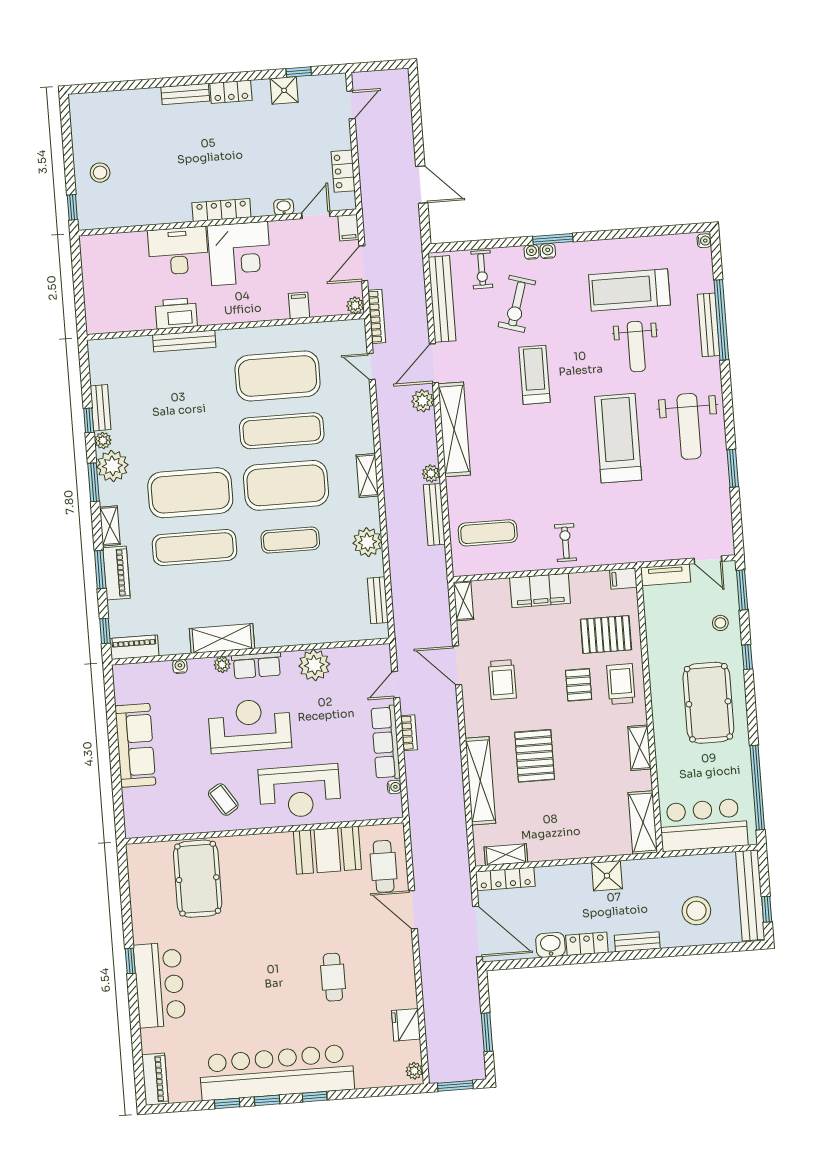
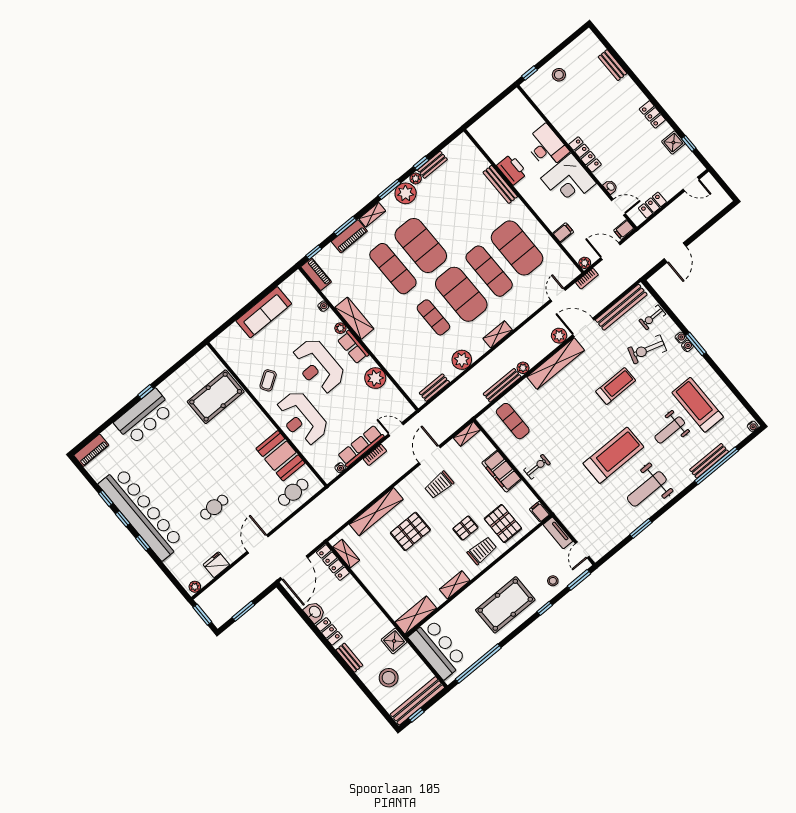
bench: (185, 94) -> (613, 65), moved
bookcase: (377, 316) -> (587, 279), width x0.64
reception desk: (250, 726) -> (318, 366), turned 180
shower: (607, 876) -> (394, 641), moved
door: (413, 910) -> (258, 544), moved

